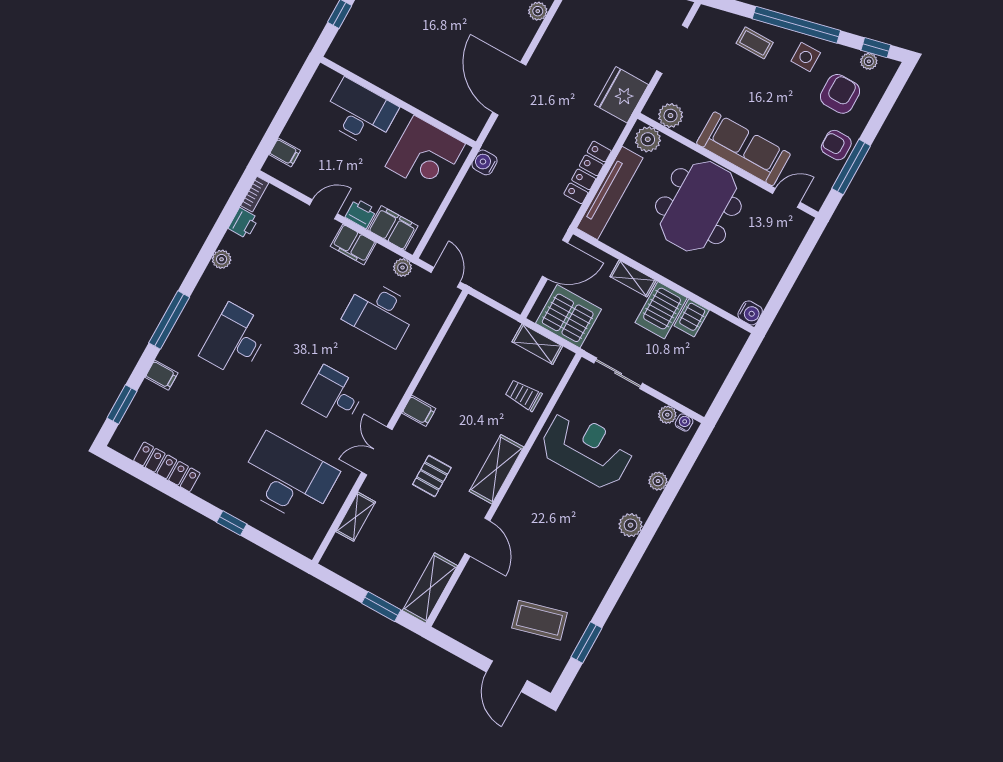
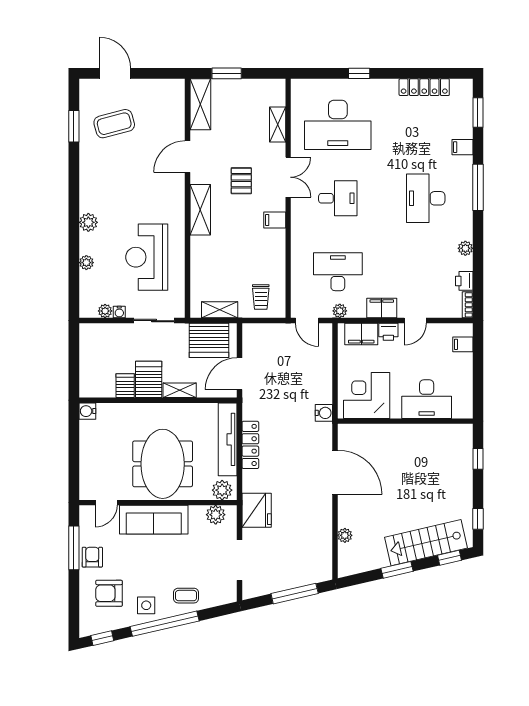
plant: (869, 61) -> (102, 626), removed
armchair: (840, 94) -> (109, 593), turned 90
armchair: (836, 145) -> (92, 557), turned -90
desk: (235, 341) -> (426, 198), turned 180
trolley: (523, 395) -> (261, 297), moved, turned 90
water cooler: (684, 422) -> (119, 312), moved
reception desk: (587, 449) -> (147, 257), turned 90
door: (477, 537) -> (188, 157), hinge flipped

